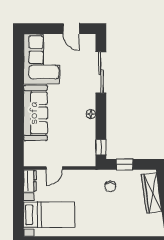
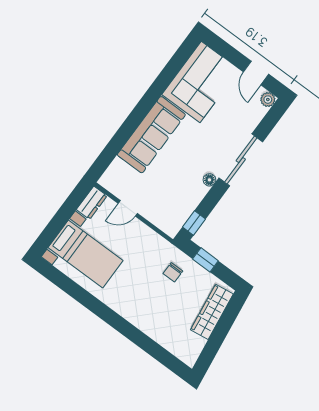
plant: (90, 39) -> (268, 100), added
sliding door: (101, 73) -> (241, 160), moved

